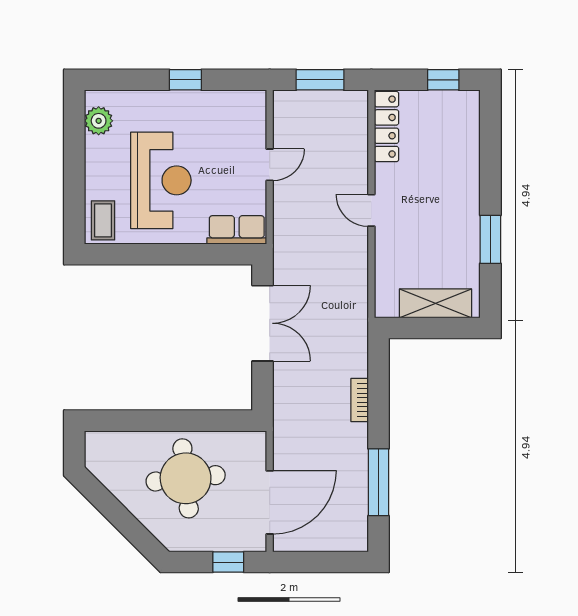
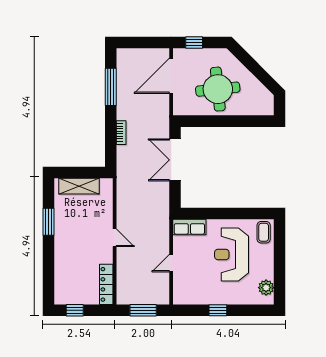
double door: (262, 323) -> (175, 160), moved

